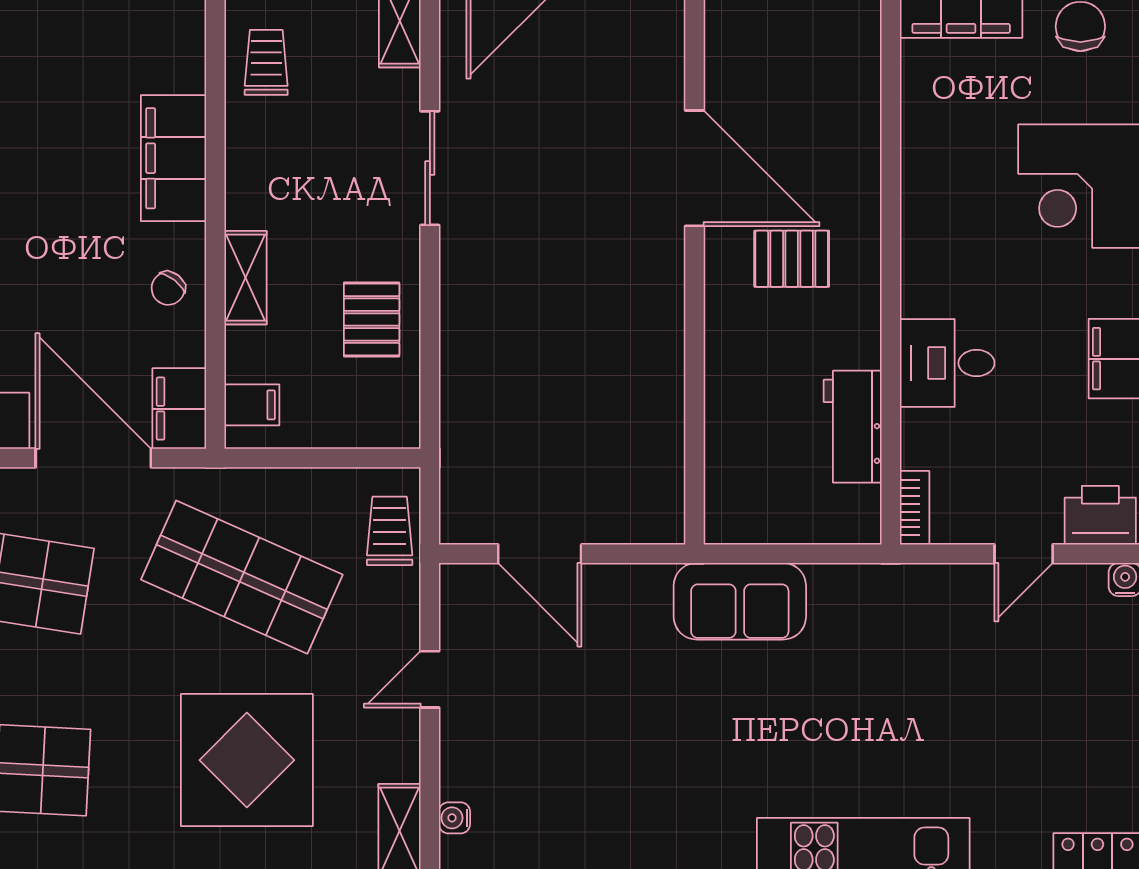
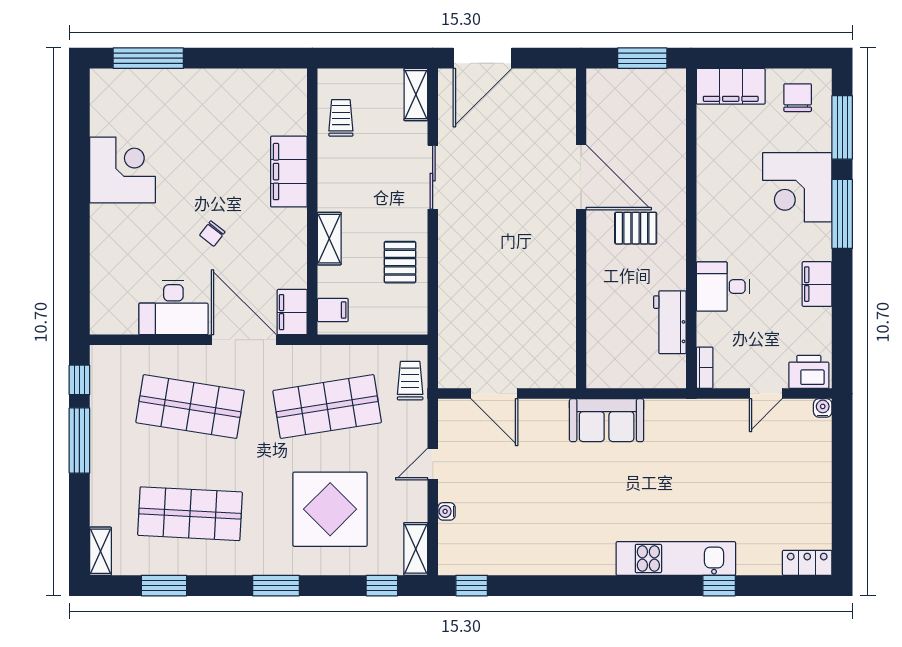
chair: (168, 288) -> (212, 234), moved
shop shelf: (242, 577) -> (327, 407), turned -33
water cooler: (454, 818) -> (446, 511), moved

